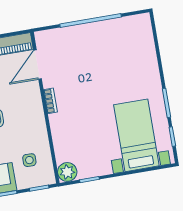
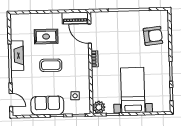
armchair: (132, 54) -> (153, 36), added
door: (38, 65) -> (90, 34), hinge flipped
bed with nightstands: (136, 135) -> (133, 90), moved

